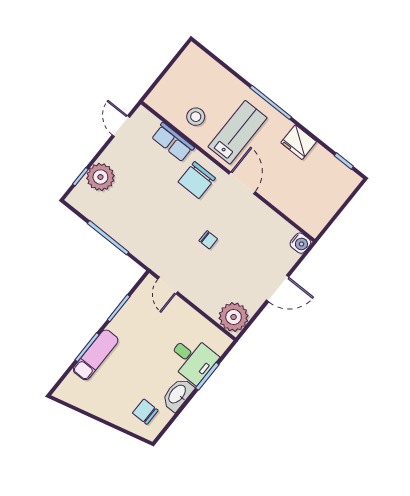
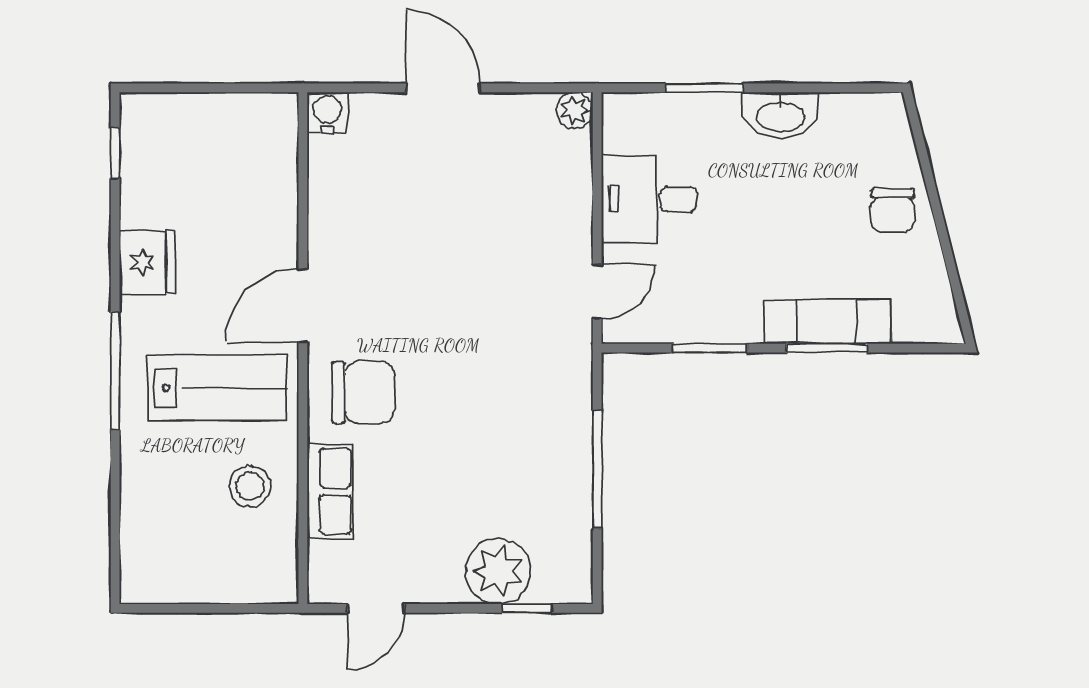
lab bench: (238, 132) -> (218, 388), turned 180
chair: (208, 240) -> (455, 285), removed
plant: (234, 317) -> (575, 110), width x0.53, depth x0.53
desk: (192, 359) -> (649, 199), moved, turned -90
chair: (145, 412) -> (893, 210), moved

